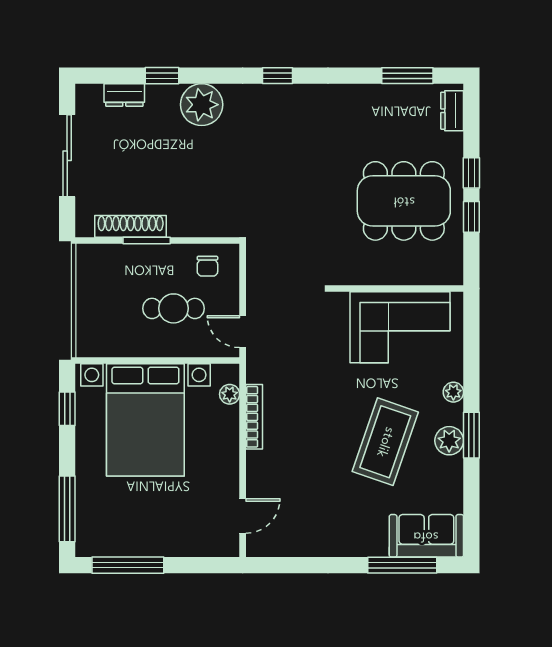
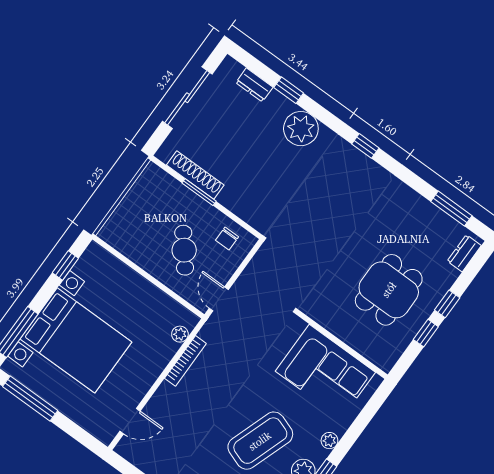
dining table: (404, 201) -> (389, 290), width x0.73
cafe table: (173, 308) -> (184, 250), turned 51
bed with nightstands: (145, 420) -> (76, 340), moved, turned -90

